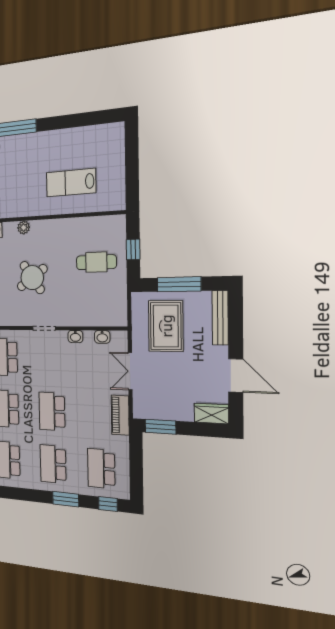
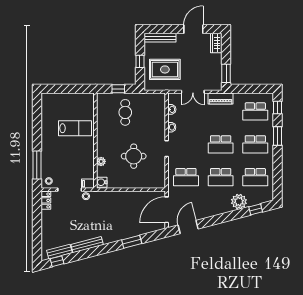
lab bench: (71, 183) -> (75, 128), turned -90
round table: (32, 278) -> (134, 156), turned 35
window: (179, 284) -> (140, 61), width x0.46

